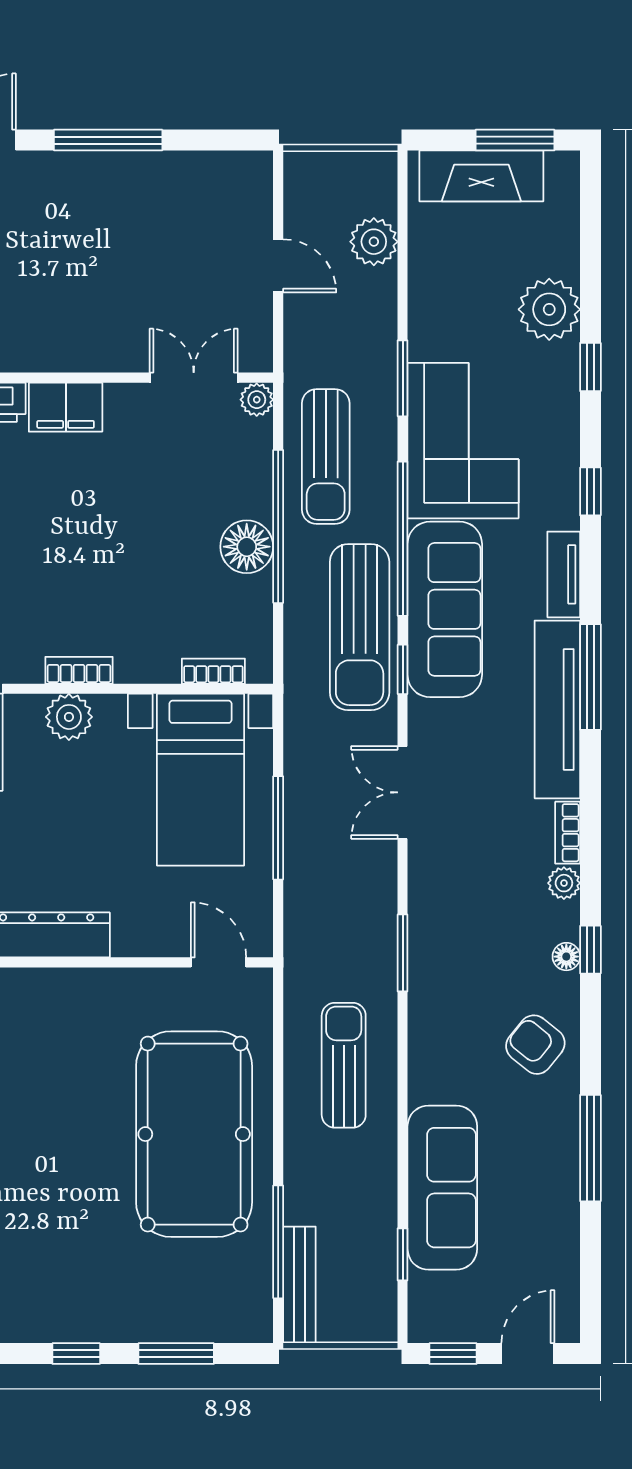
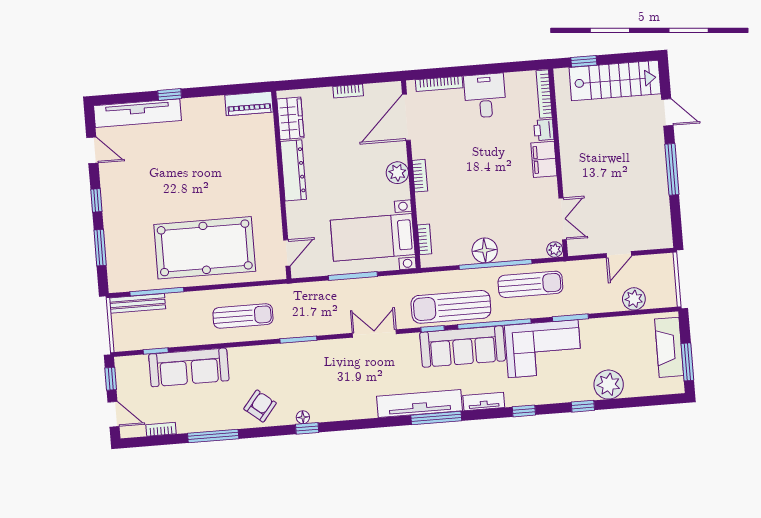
sun lounger: (326, 457) -> (530, 284), turned 180
bookcase: (568, 833) -> (161, 429), moved
plant: (564, 883) -> (338, 413), removed

